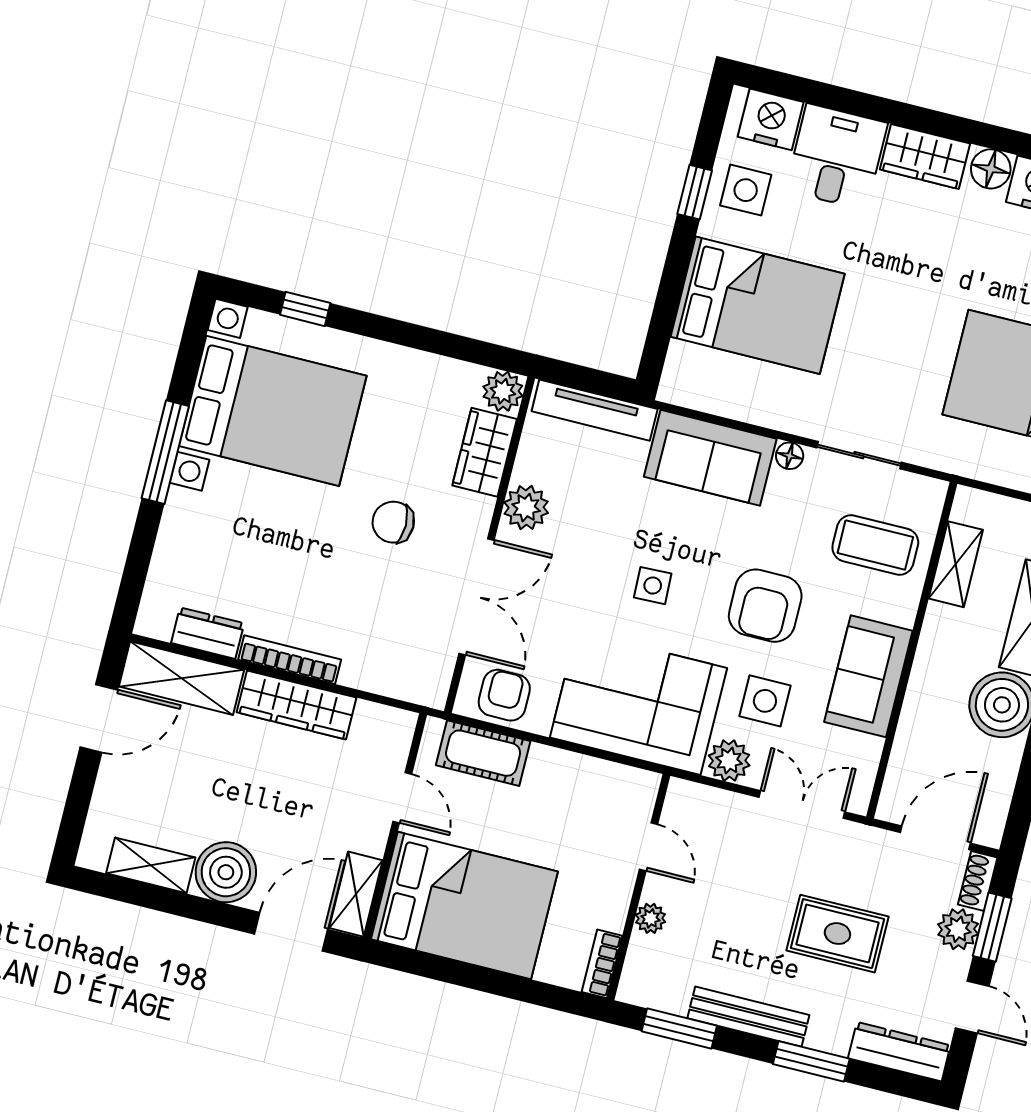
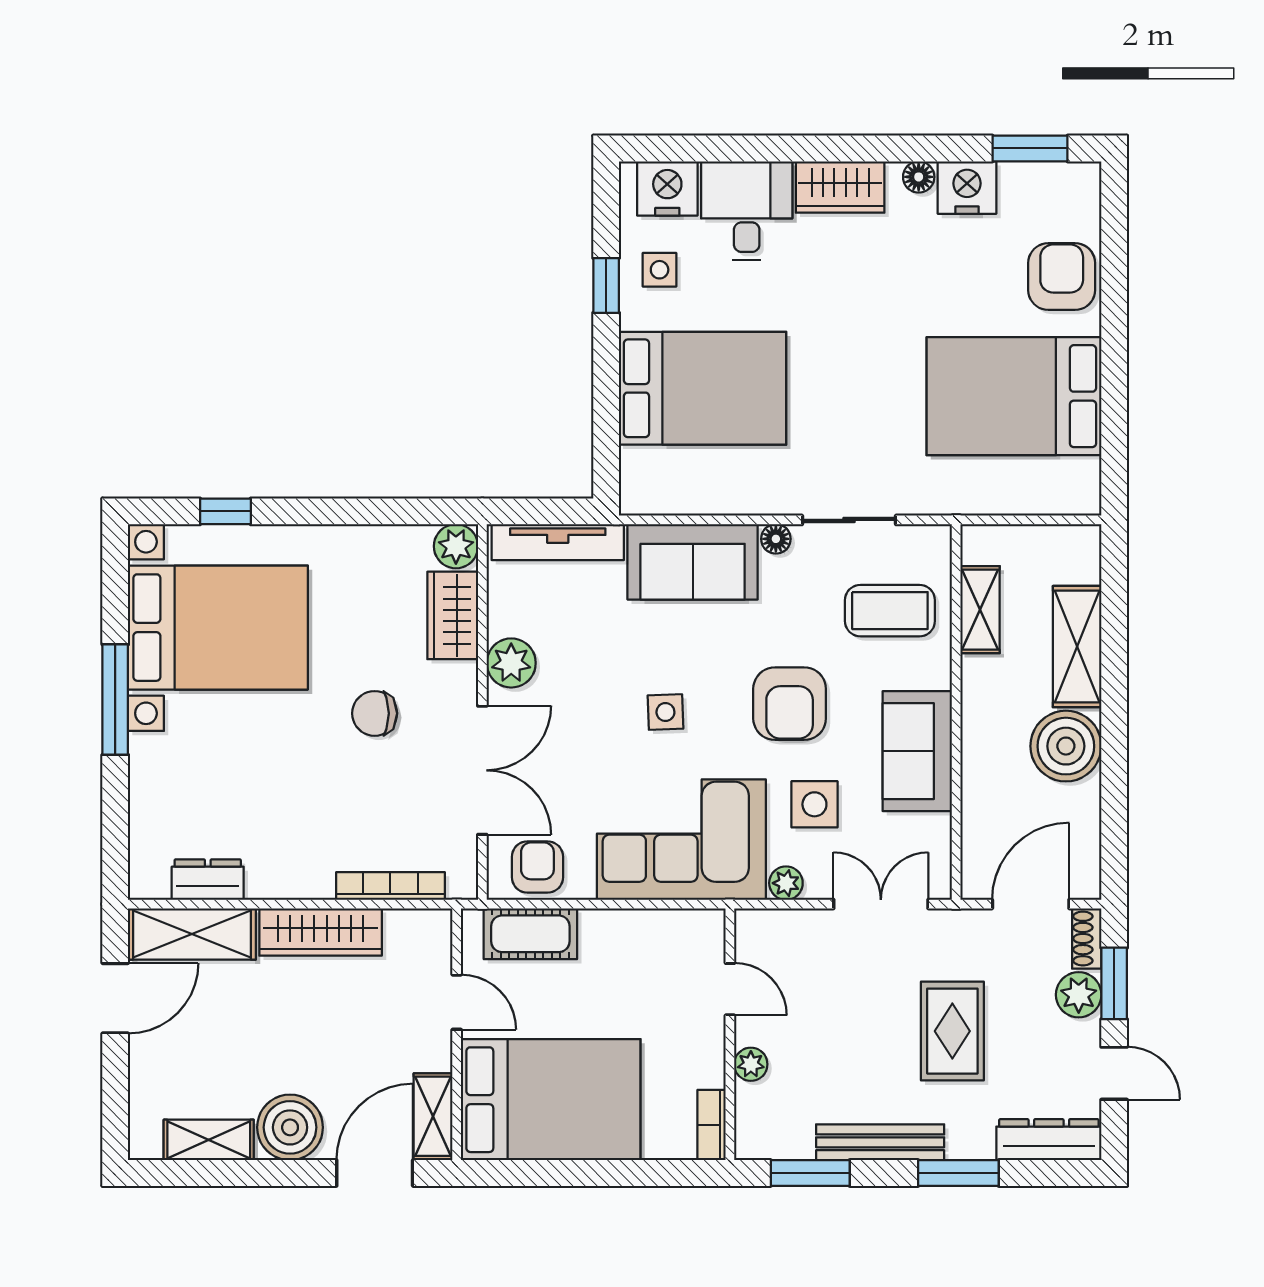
floor lamp: (991, 169) -> (919, 177), width x0.73, depth x0.73
side table: (746, 190) -> (660, 270), width x0.73, depth x0.73
bookcase: (290, 660) -> (390, 886), moved
plant: (729, 761) -> (786, 883), width x0.73, depth x0.73
rug: (837, 934) -> (952, 1031), turned 90

